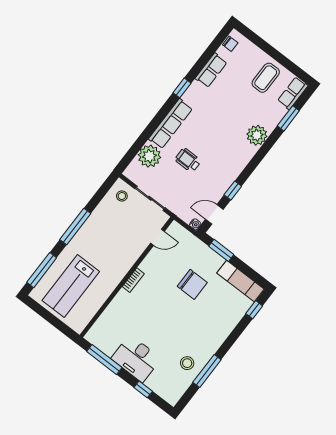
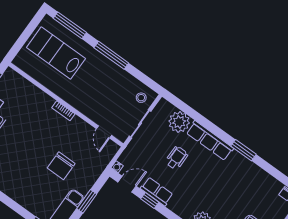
row of seats: (211, 70) -> (157, 191), moved, turned 180
window: (182, 88) -> (243, 150), width x1.50
door: (214, 214) -> (127, 184), hinge flipped
window: (221, 250) -> (87, 201), moved

